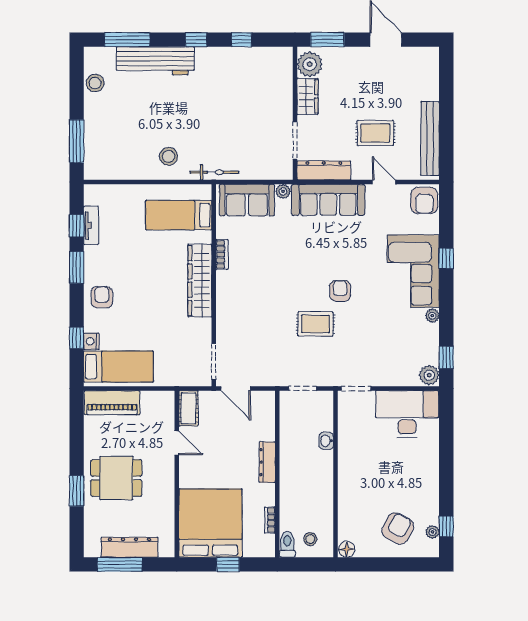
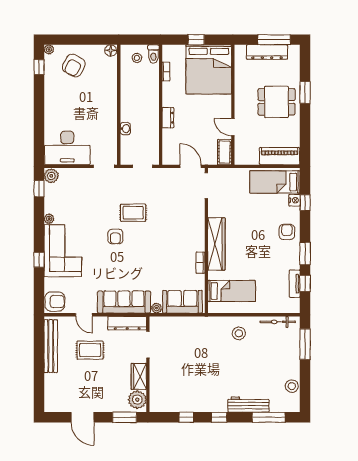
workbench: (155, 61) -> (248, 405), width x0.73, depth x0.76
bicycle: (214, 172) -> (278, 322), moved
armchair: (424, 200) -> (55, 302), turned 90
armchair: (102, 297) -> (287, 232), turned 180
dresser: (267, 462) -> (168, 118), width x0.70
plant: (433, 532) -> (49, 50), moved

